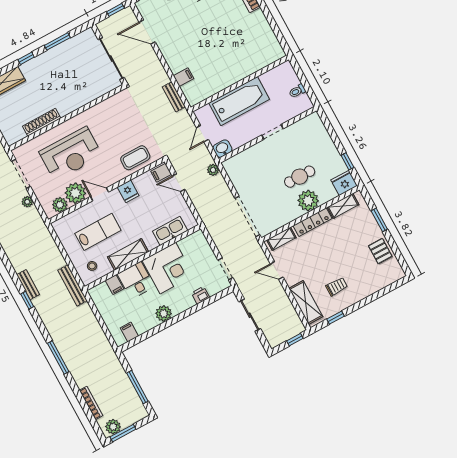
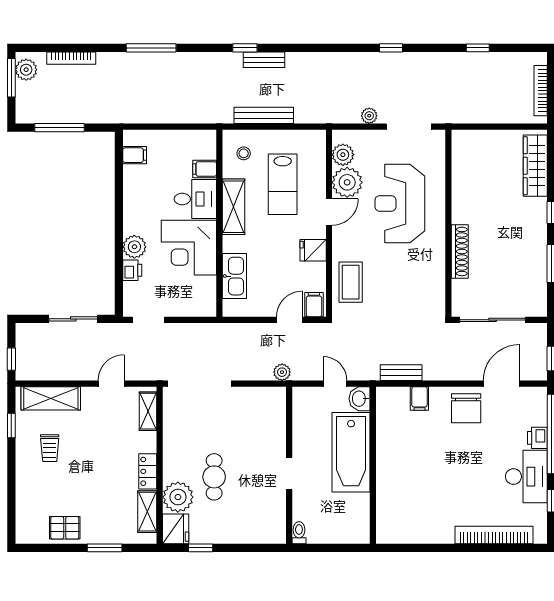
chair: (174, 45) -> (466, 408), added
toilet: (297, 91) -> (299, 533), moved
shoe rack: (42, 122) -> (460, 251), moved
washbasin: (222, 149) -> (360, 399), moved, turned 180
plant: (308, 201) -> (178, 497), moved
locker: (313, 222) -> (148, 471), width x0.66
bench: (72, 285) -> (264, 115), moved
plant: (164, 313) -> (134, 247), moved

